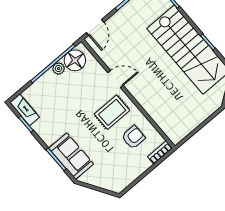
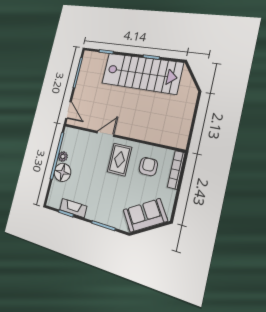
floor lamp: (75, 60) -> (62, 172), moved
fireplace: (25, 110) -> (73, 208), moved
bookcase: (160, 152) -> (176, 170), width x1.56
sofa: (71, 156) -> (145, 215), moved, turned -32

